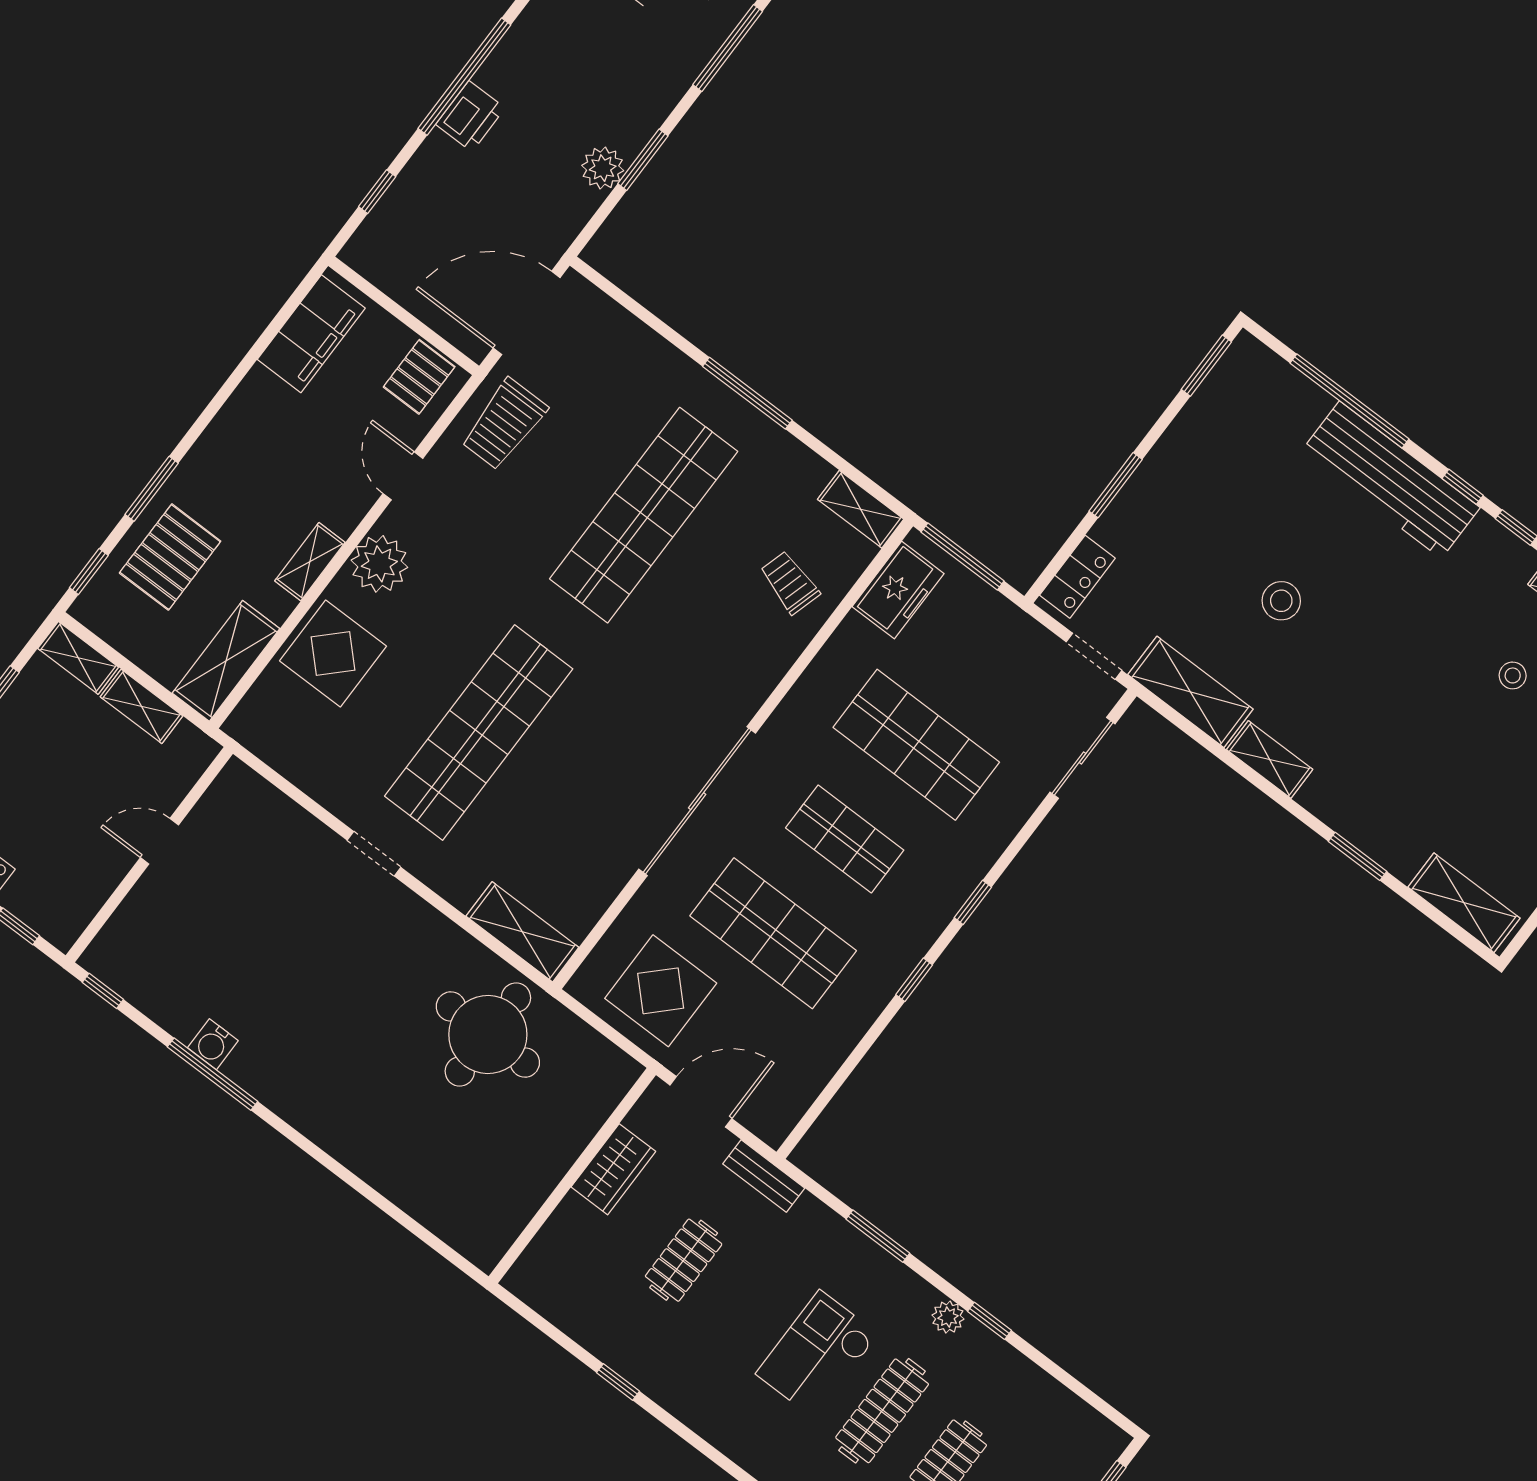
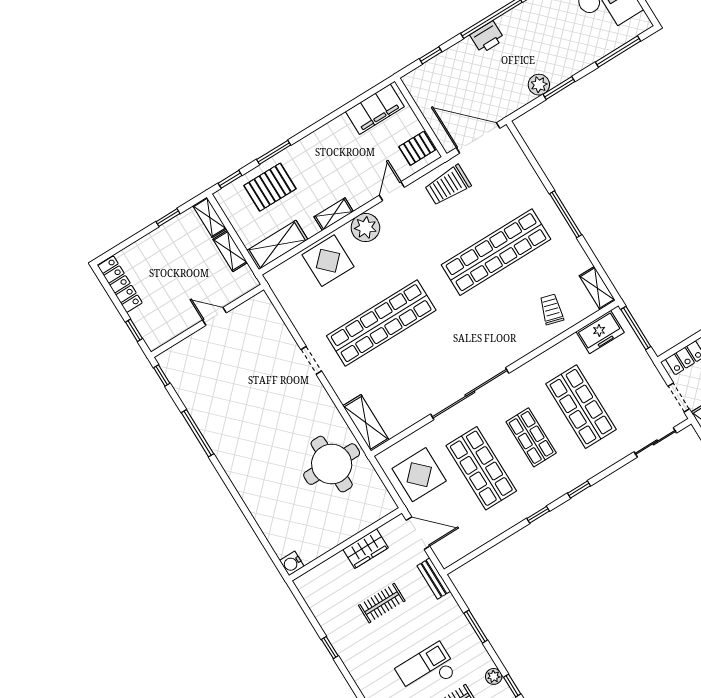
water cooler: (213, 1044) -> (292, 563), moved

